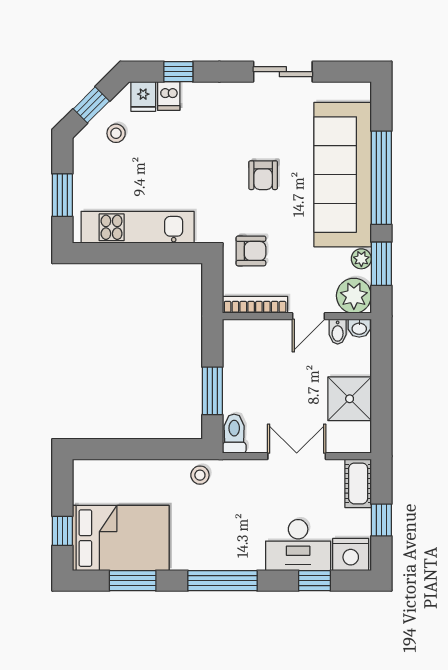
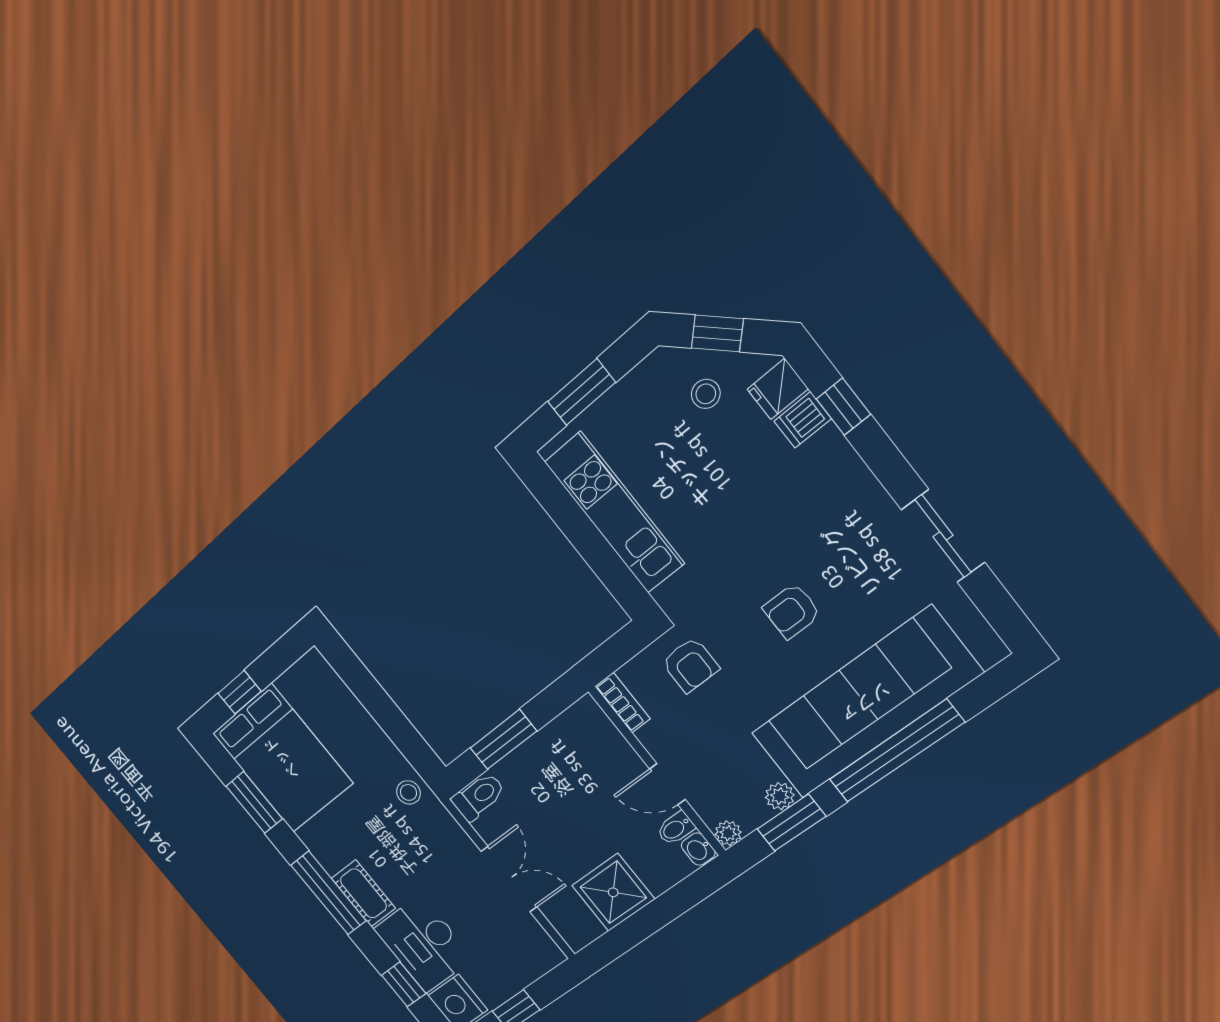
plant: (354, 296) -> (728, 833), width x0.53, depth x0.53
bookcase: (255, 305) -> (623, 703), width x0.64
cot: (358, 483) -> (363, 893), moved, turned 90

